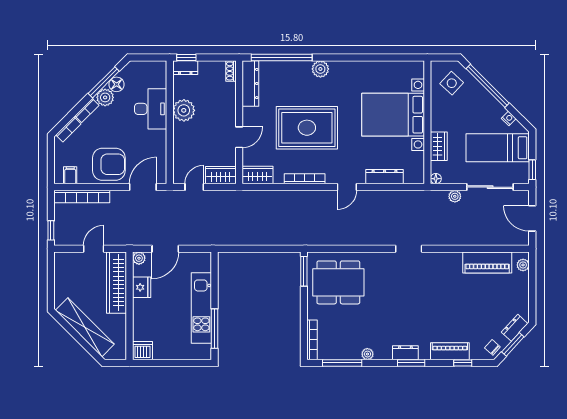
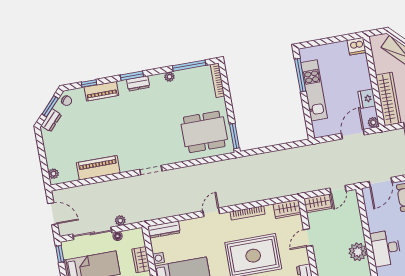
dresser: (385, 177) -> (164, 230), moved
floor lamp: (436, 179) -> (118, 236), moved
piano: (487, 262) -> (98, 168), moved

